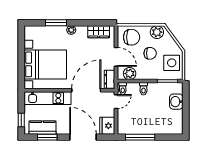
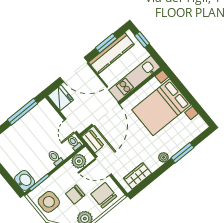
chair: (132, 37) -> (104, 195), turned 90
washbasin: (176, 102) -> (25, 180), moved
kitchen counter: (42, 128) -> (111, 53), width x1.50

